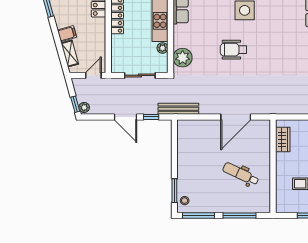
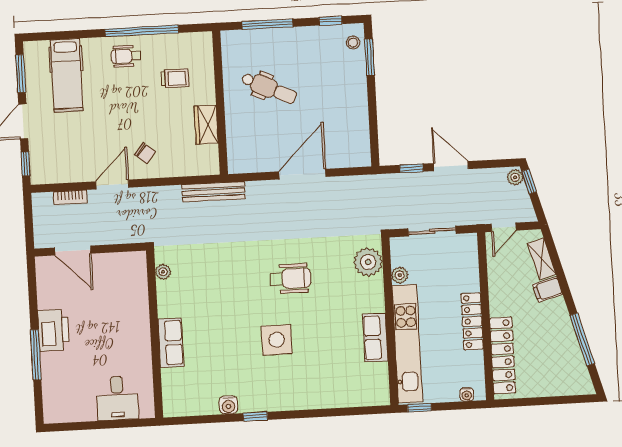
bench: (178, 109) -> (214, 192), moved
door: (236, 117) -> (302, 174), moved
wardrobe: (283, 139) -> (206, 125), moved
window: (198, 216) -> (330, 21), width x0.46

